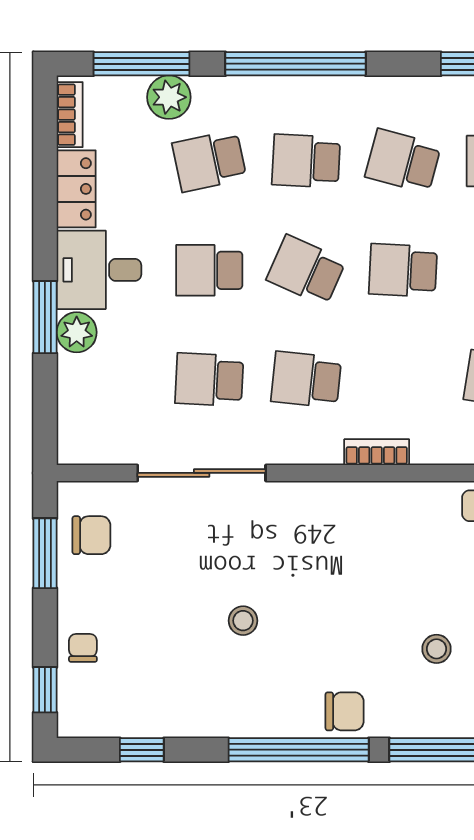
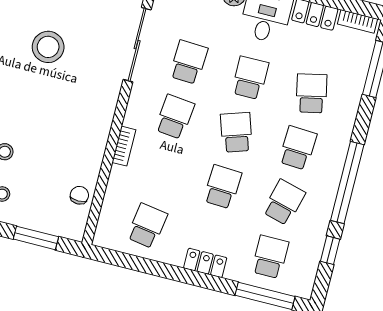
window: (296, 64) -> (347, 182), moved
plant: (169, 97) -> (353, 80), removed
school desk: (306, 270) -> (236, 132), turned -42
stool: (243, 621) -> (48, 47), width x1.89, depth x1.89

